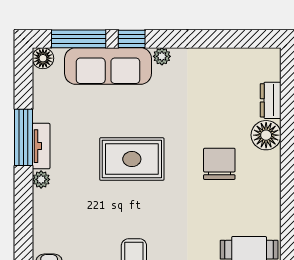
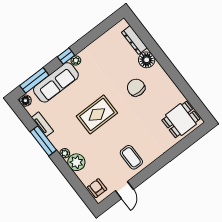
window: (132, 39) -> (66, 56), moved
dresser: (271, 100) -> (134, 40), width x1.44
tv unit: (41, 146) -> (42, 124), moved
plant: (48, 206) -> (76, 162), added

